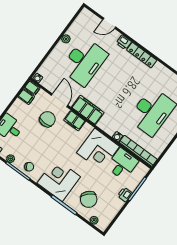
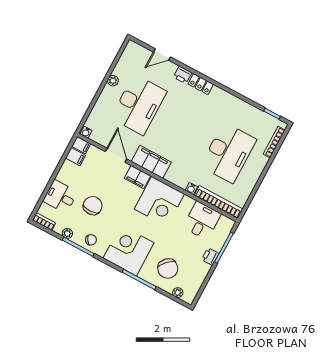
locker: (142, 55) -> (201, 84), width x0.66
chair: (47, 119) -> (93, 206), moved
corner desk: (98, 150) -> (159, 202), moved

